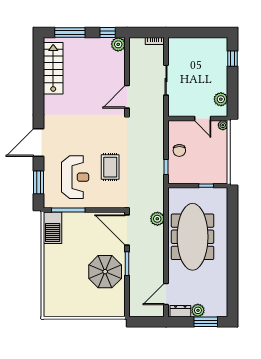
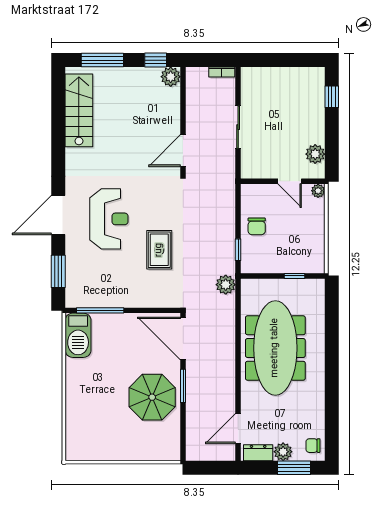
reception desk: (75, 177) -> (109, 219), moved
plant: (157, 219) -> (226, 285), moved
chair: (219, 306) -> (313, 446), added

